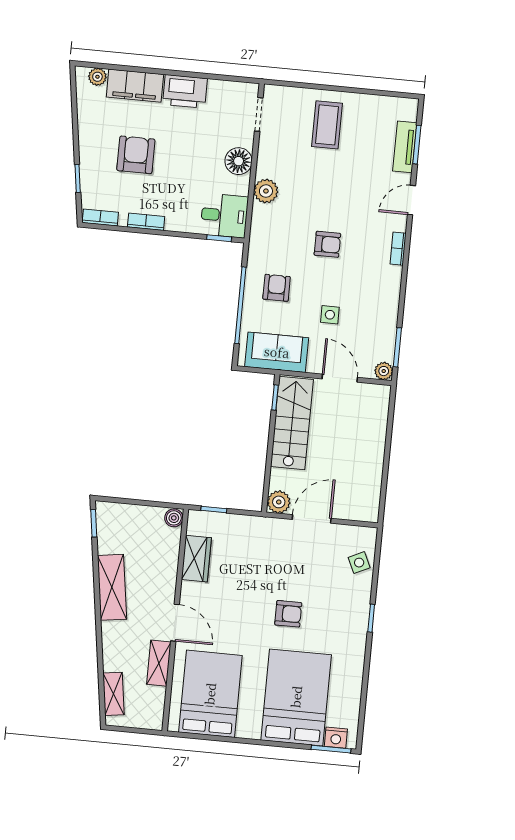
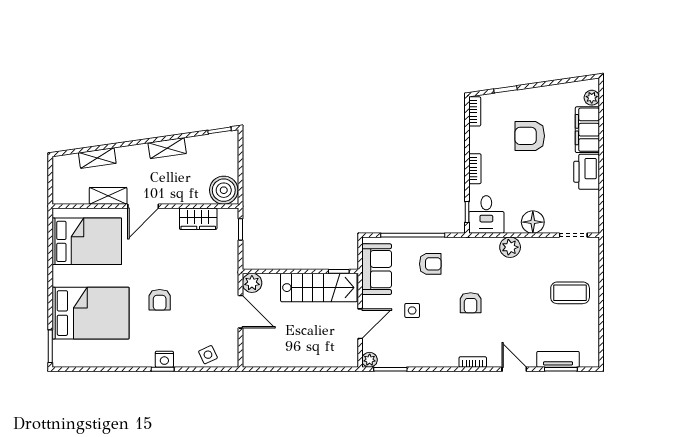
armchair: (136, 155) -> (530, 136), turned 180
bookcase: (146, 222) -> (475, 169), moved
boiler: (174, 518) -> (224, 190), width x1.86, depth x1.86
shelving: (112, 587) -> (167, 148), width x0.67, depth x0.75
shelving: (113, 694) -> (97, 158), moved
nightstand: (336, 738) -> (164, 359), moved, turned -90

